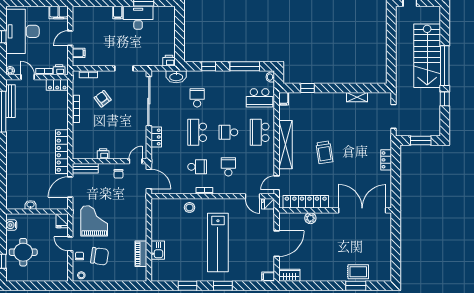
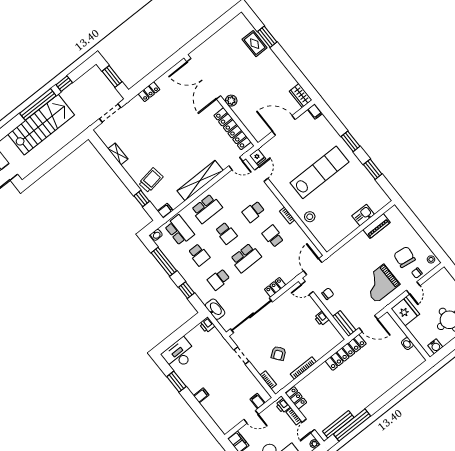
desk: (138, 18) -> (179, 354), moved, turned 90
school desk: (228, 98) -> (199, 255), added
trolley: (324, 152) -> (151, 180), moved
plant: (310, 218) -> (231, 101), moved
fridge: (62, 221) -> (405, 311), width x1.88, depth x1.34

